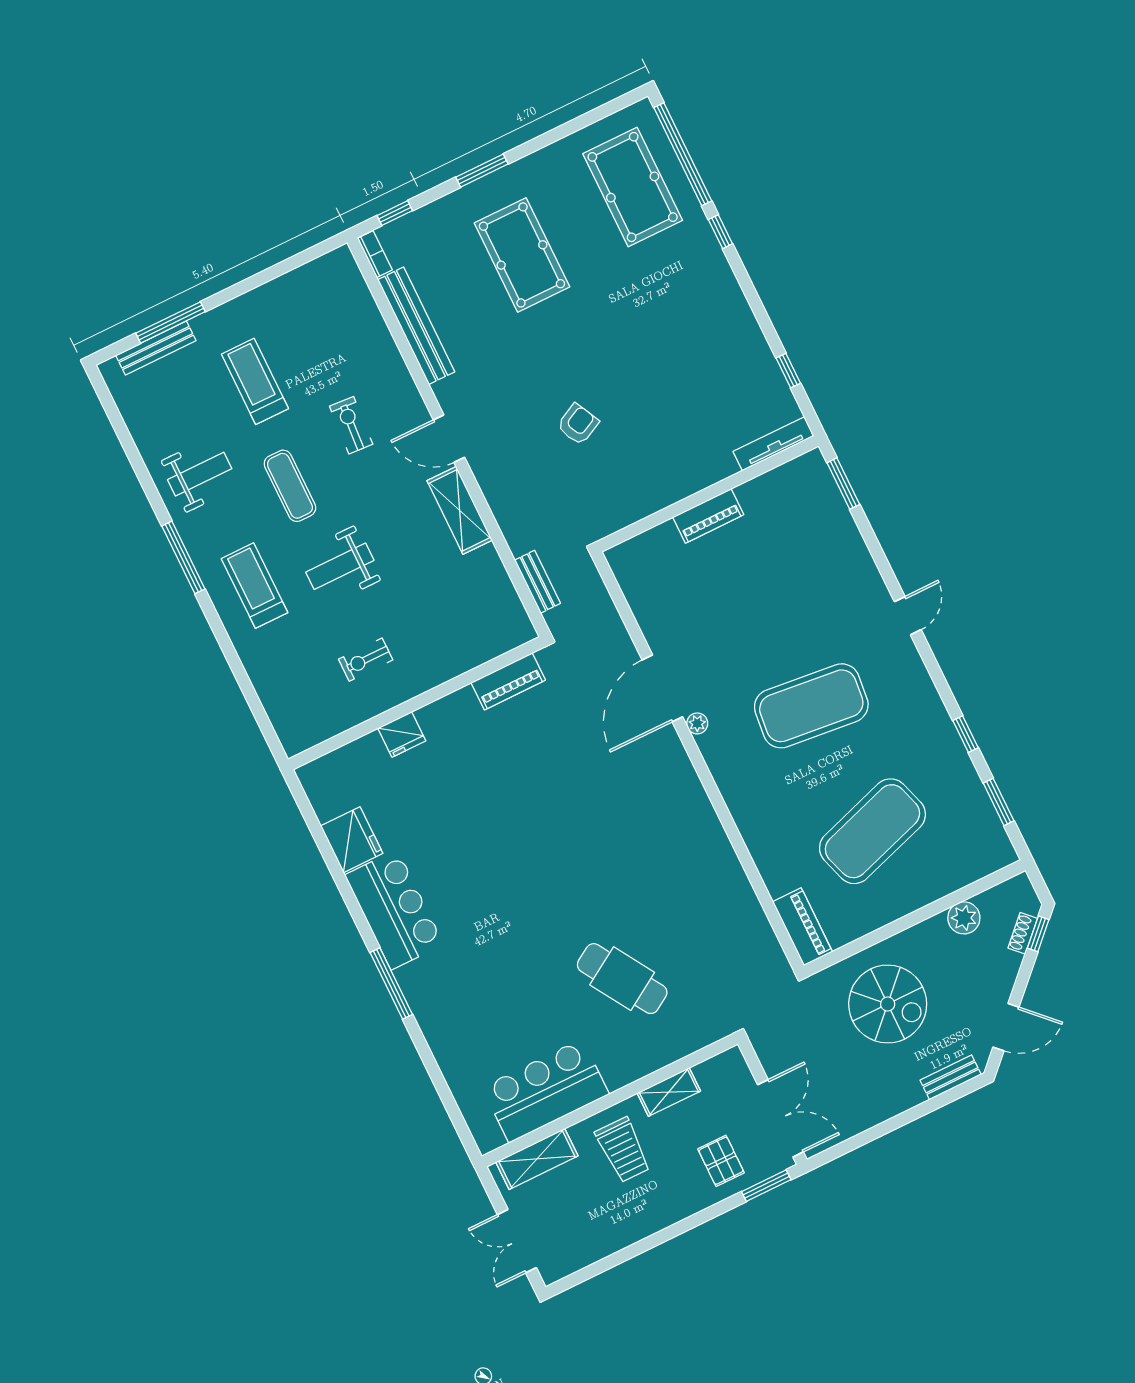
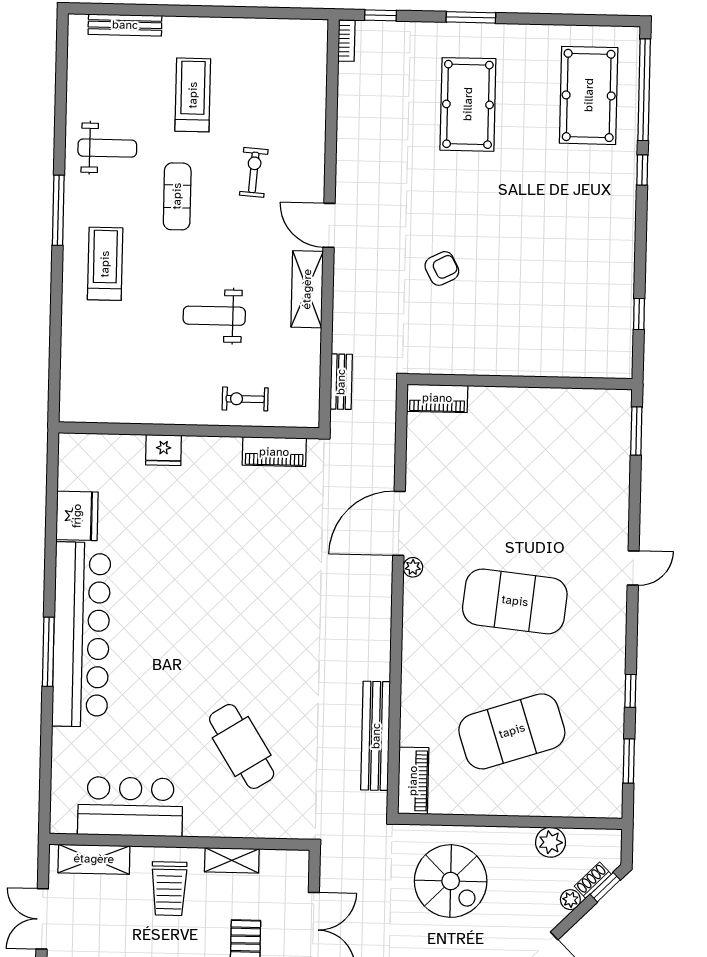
window: (171, 322) -> (148, 10), removed
bench: (416, 326) -> (376, 736), moved
tv unit: (773, 444) -> (596, 368), removed
piano: (708, 516) -> (437, 398), moved
weight bench: (340, 566) -> (214, 316), moved
exercise bike: (366, 660) -> (245, 399), moved
bar counter: (394, 910) -> (81, 634), width x1.86
plant: (1011, 963) -> (570, 900), added

